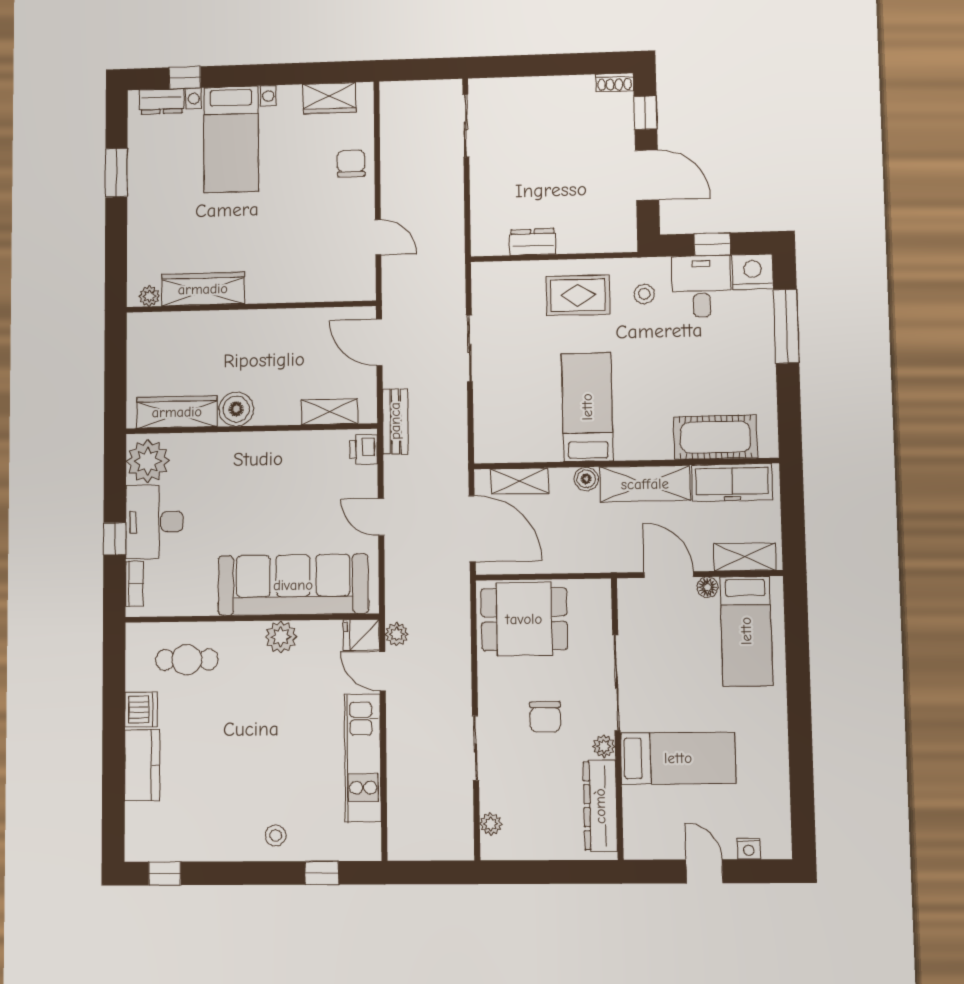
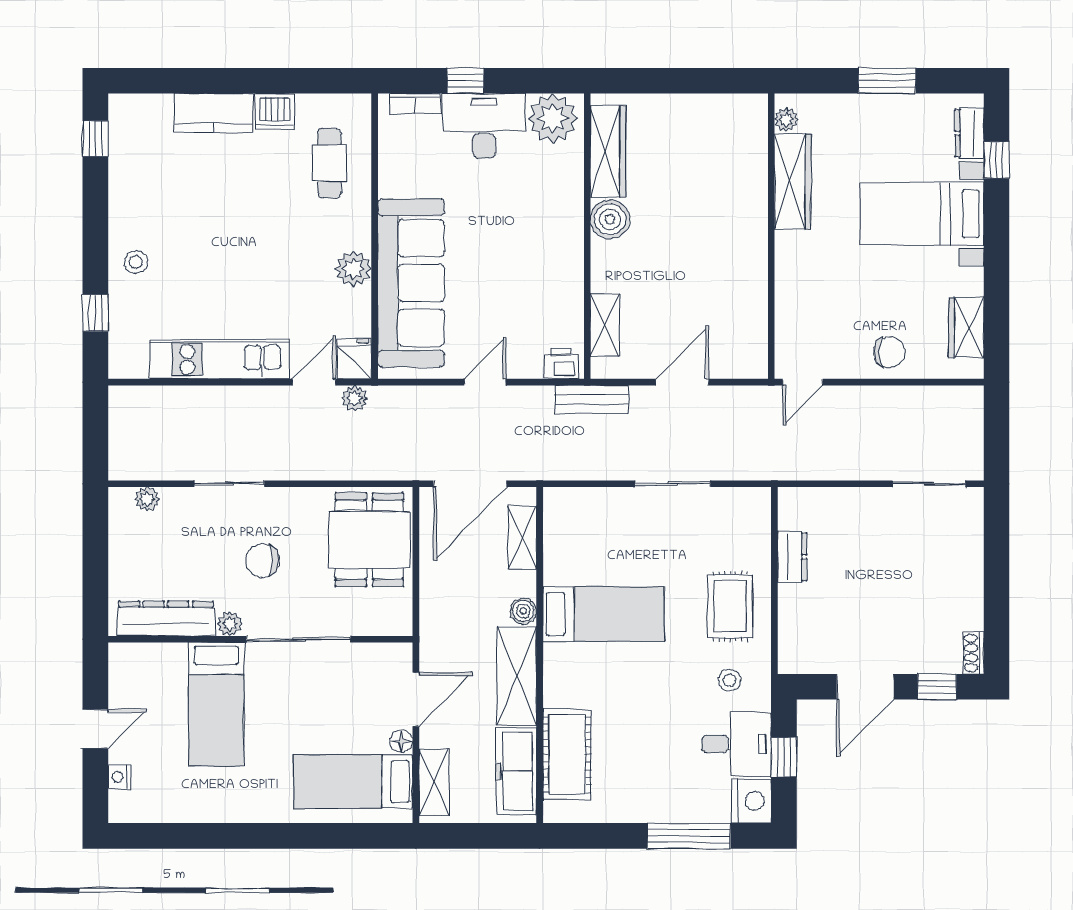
wardrobe: (203, 289) -> (793, 181), moved
plant: (149, 296) -> (786, 120), moved
wall: (251, 307) -> (771, 236), moved

